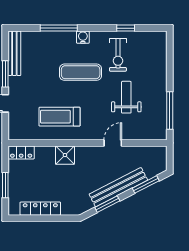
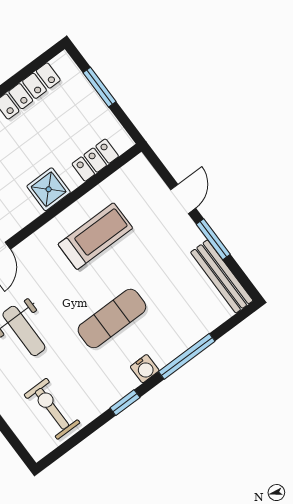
window: (126, 28) -> (125, 403), moved
exercise bike: (118, 55) -> (52, 409), moved
locker: (21, 152) -> (95, 160), moved

